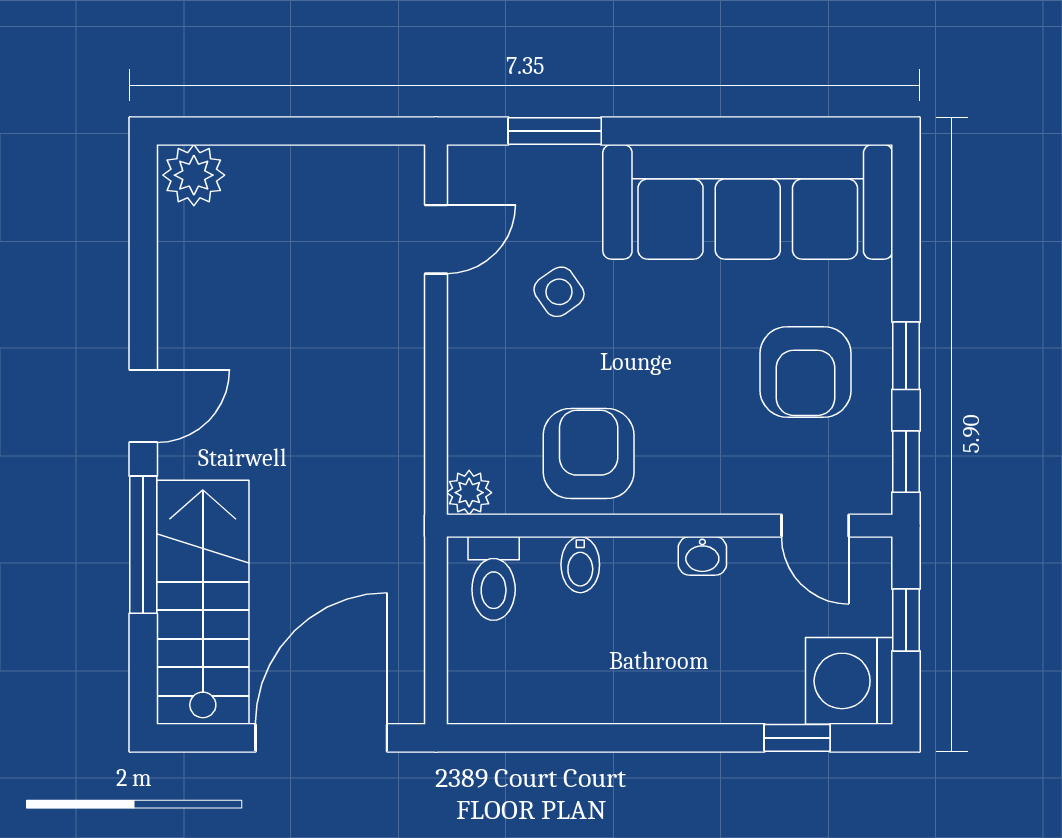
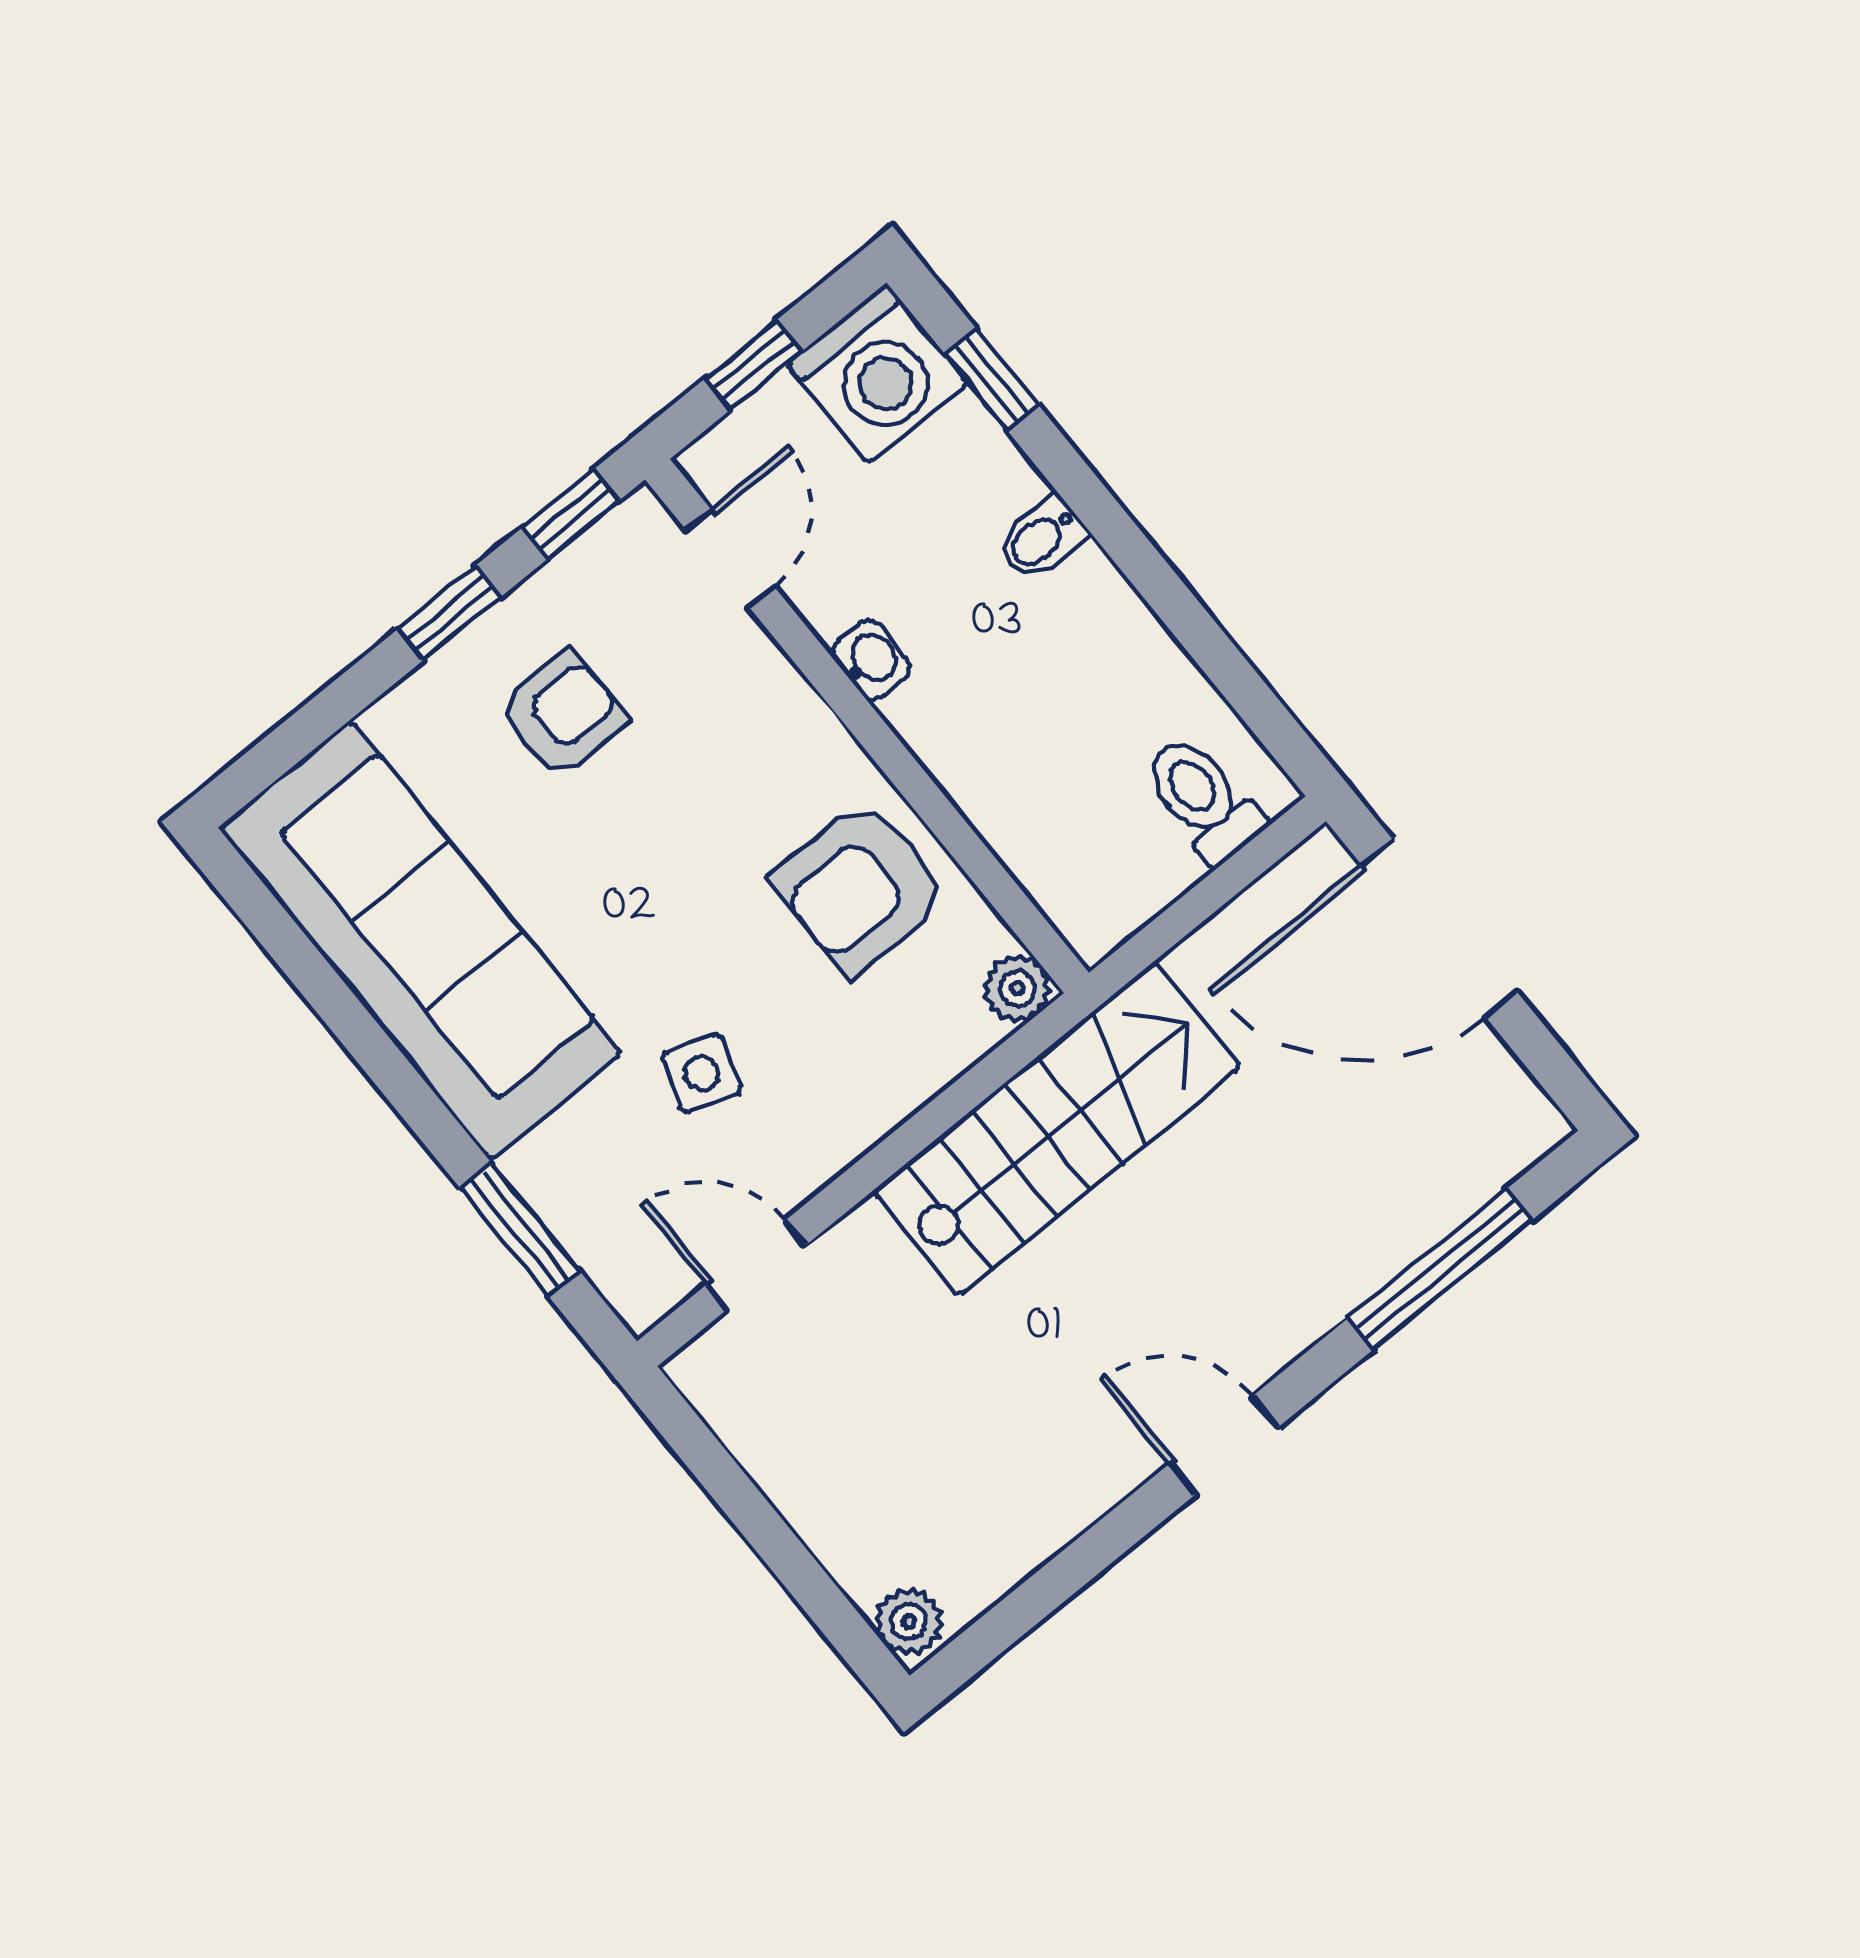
plant: (194, 175) -> (909, 1622), width x0.73, depth x0.73
side table: (559, 292) -> (701, 1073), turned -36
armchair: (806, 372) -> (562, 714), width x0.72, depth x0.72
window: (143, 545) -> (1440, 1269), moved
bidet: (580, 565) -> (1041, 538), moved, turned 180
toilet: (494, 578) -> (1203, 799), moved, turned -90
stairs: (203, 602) -> (1057, 1129), moved, turned 180

